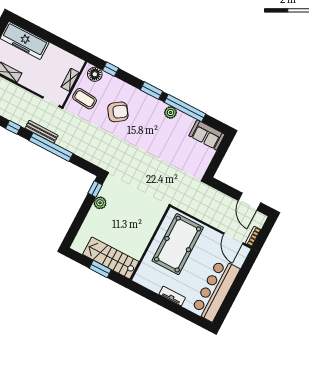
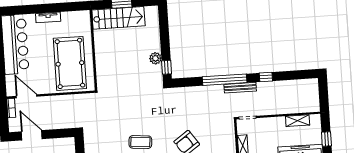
coffee table: (85, 99) -> (140, 142), moved

